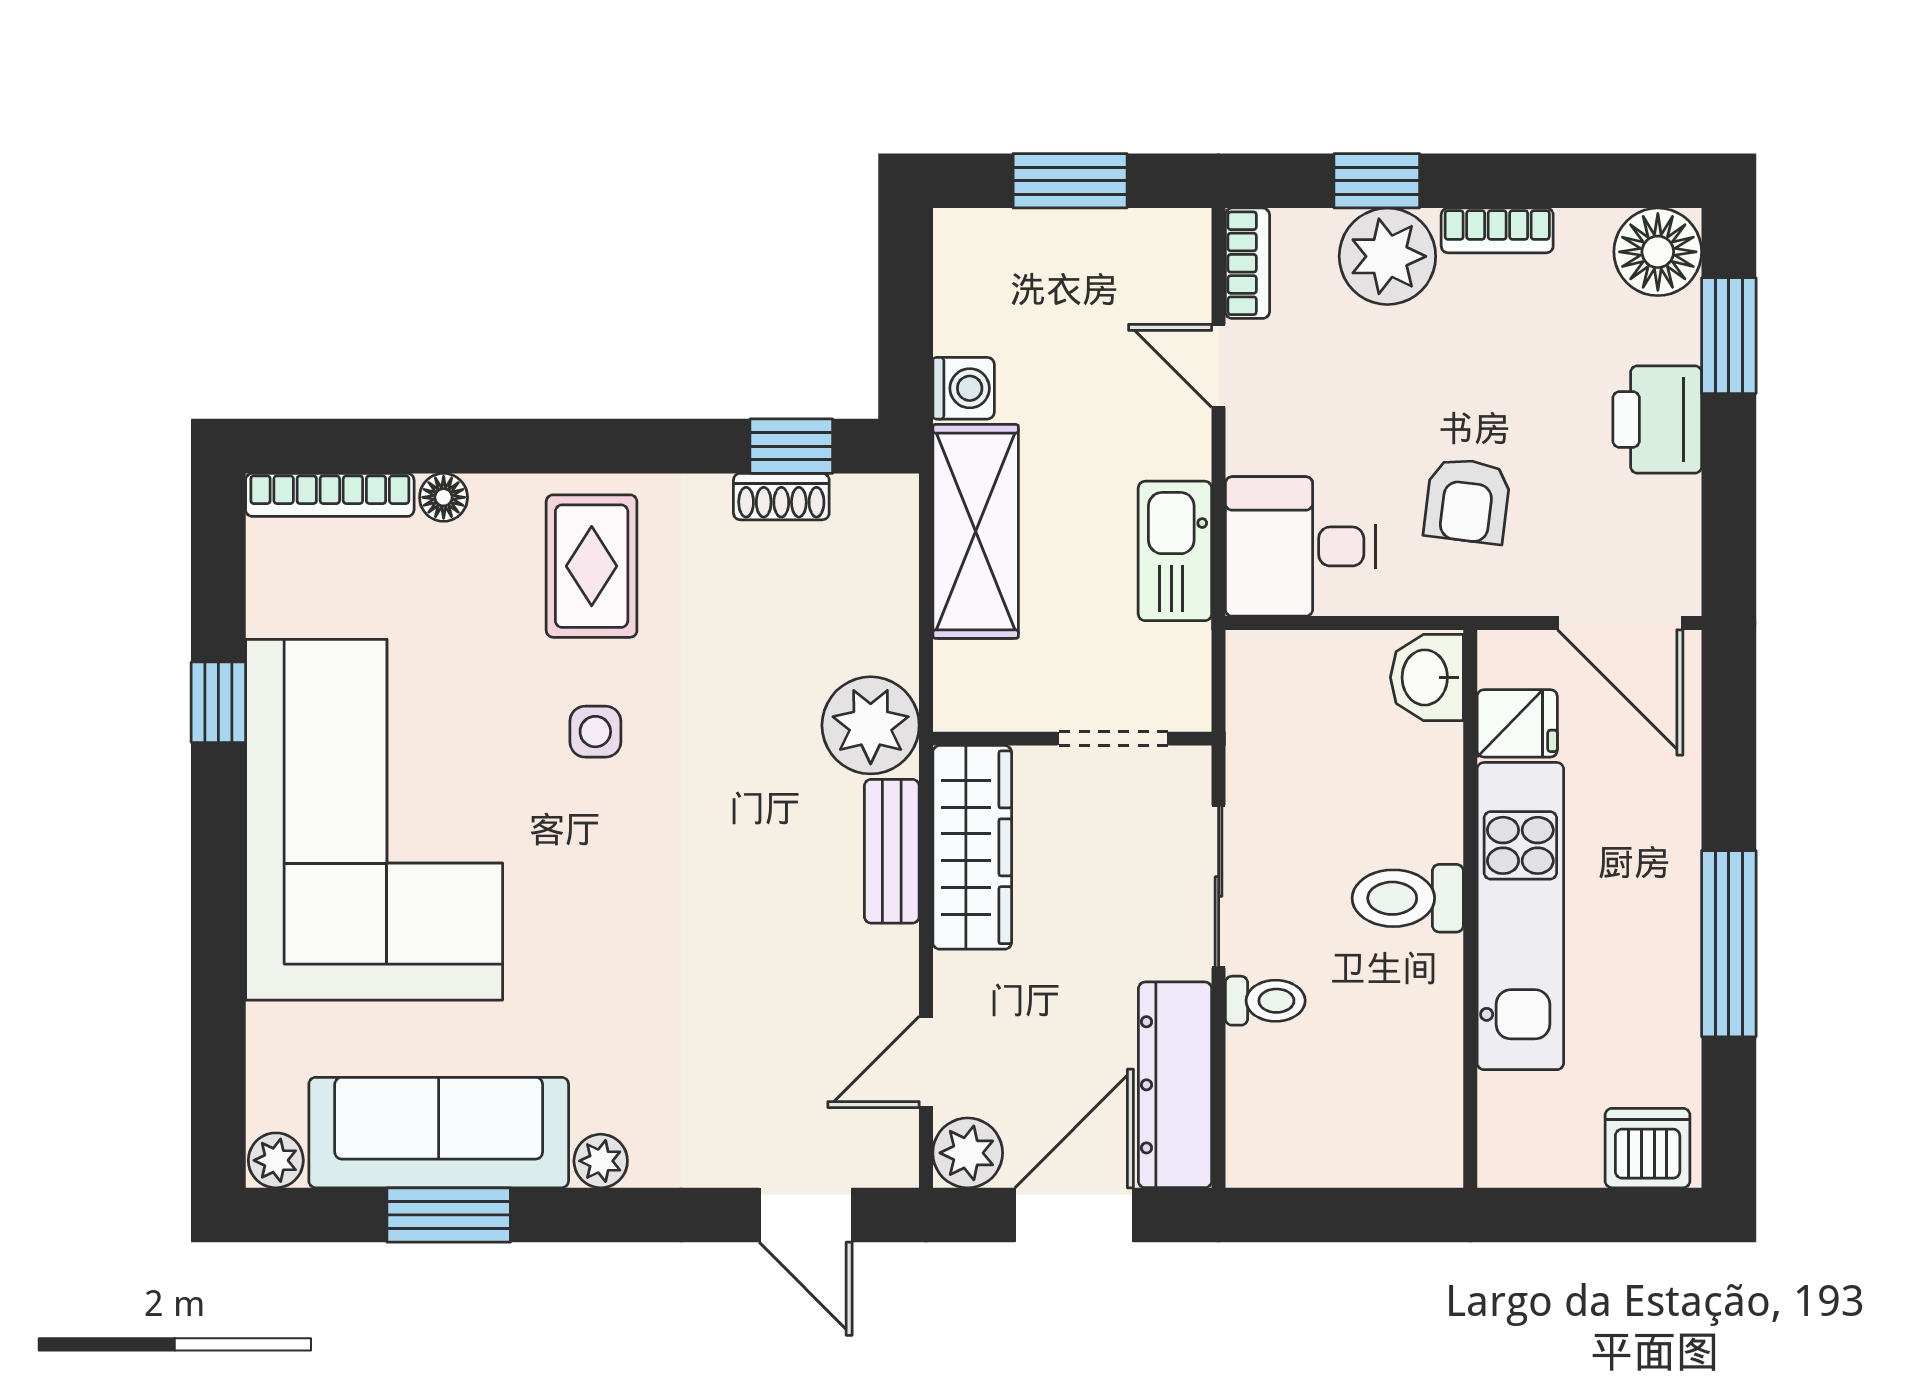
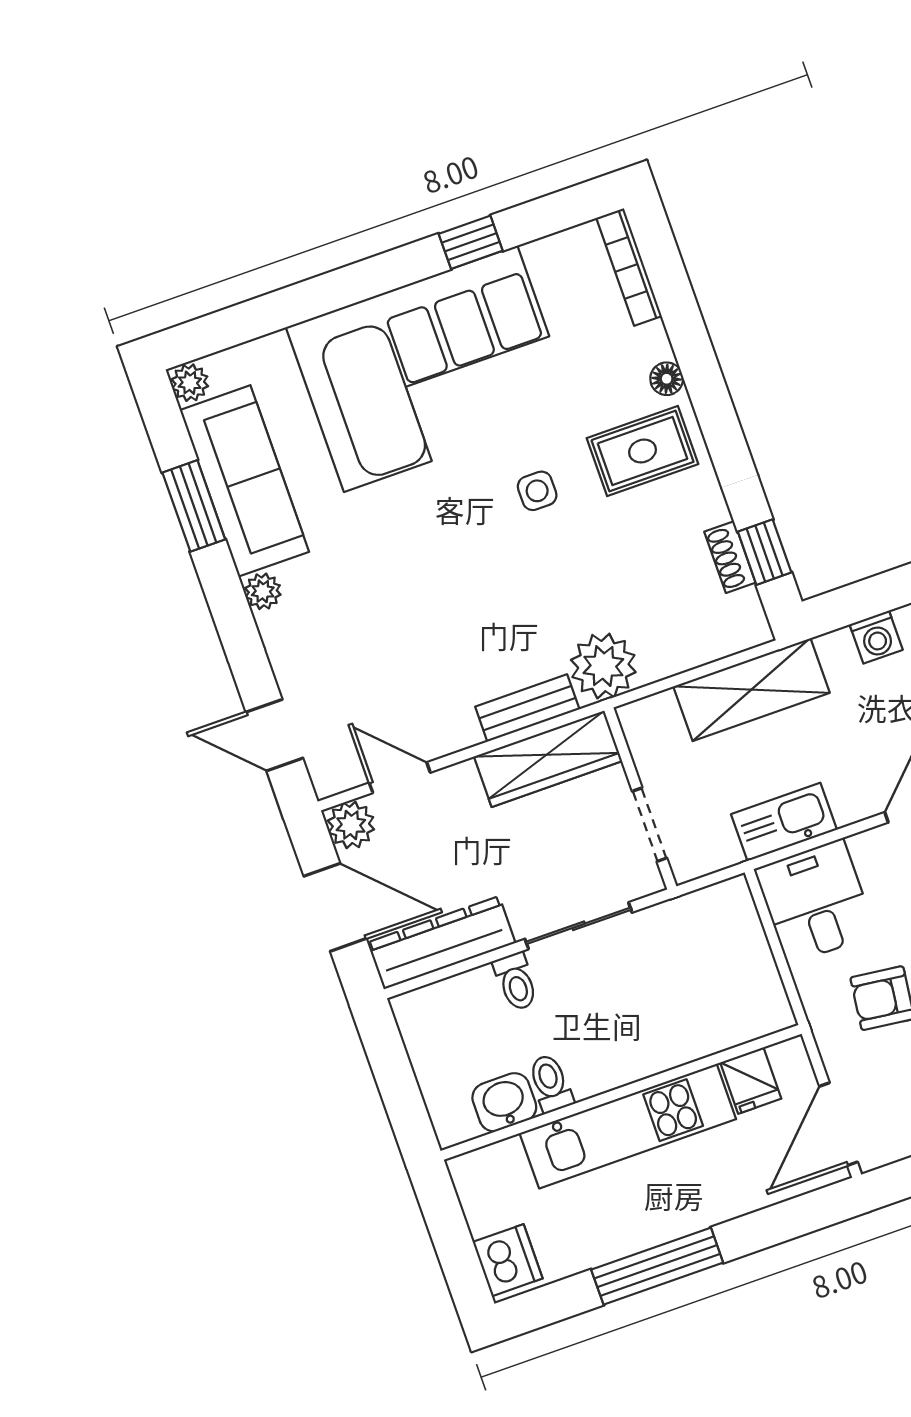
washing machine: (964, 388) -> (876, 637), moved
floor lamp: (444, 497) -> (667, 379), moved
washbasin: (1427, 677) -> (504, 1102), moved
toilet: (1408, 898) -> (551, 1083), moved, width x0.73, depth x0.72
door: (806, 1215) -> (274, 735), hinge flipped

